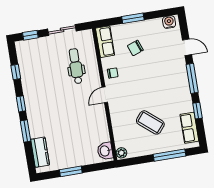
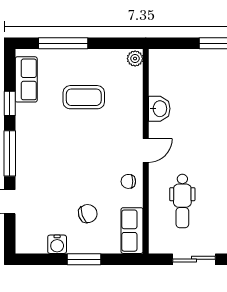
water cooler: (169, 22) -> (57, 244), moved
coffee table: (150, 122) -> (84, 97), turned -40
washbasin: (105, 151) -> (159, 109), moved

